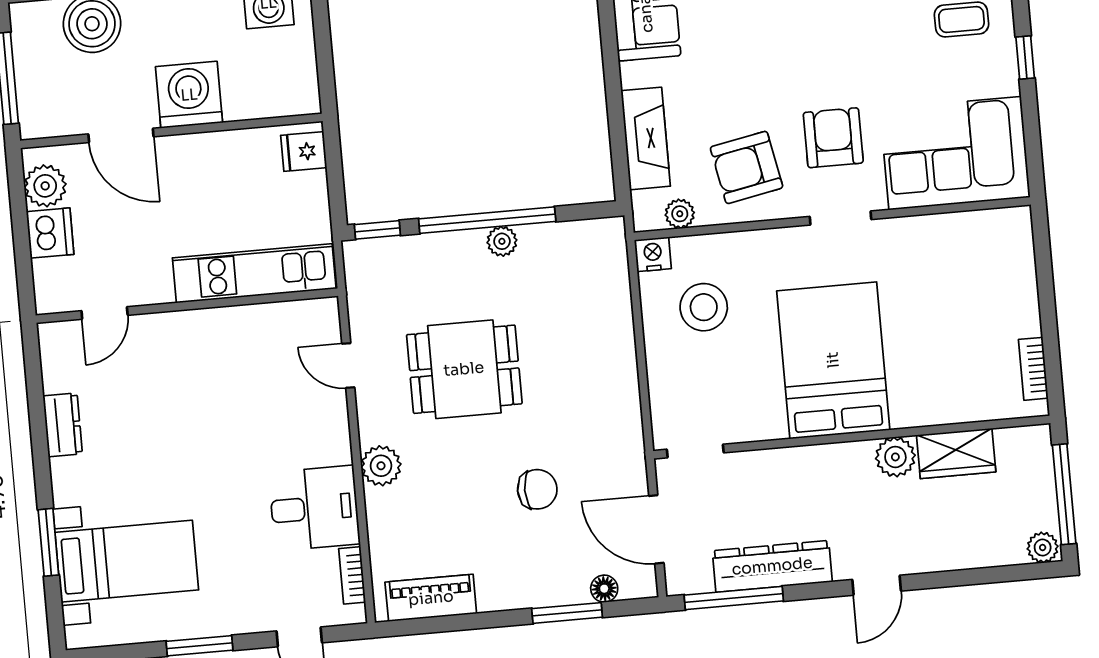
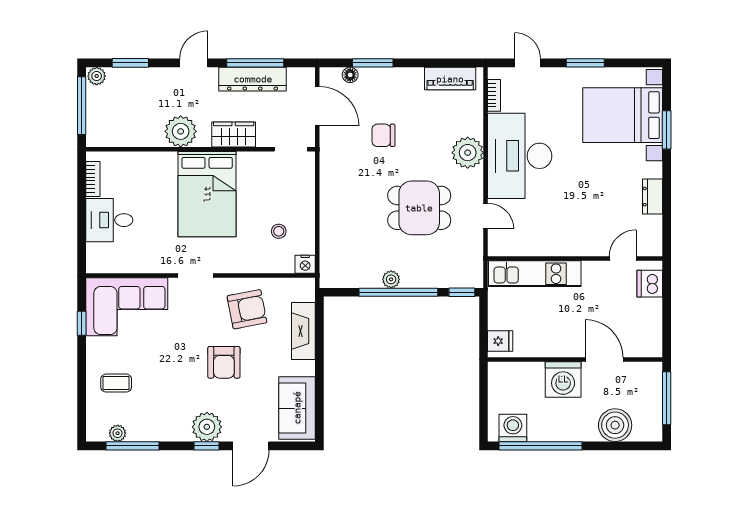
window: (1025, 58) -> (82, 323), moved
armchair: (833, 138) -> (224, 362), moved
plant: (45, 186) -> (650, 335), removed
plant: (680, 214) -> (288, 286), removed
dishwasher: (50, 233) -> (650, 284), moved
desk: (998, 300) -> (109, 220), added
stool: (704, 307) -> (279, 231), width x0.53, depth x0.53
wardrobe: (956, 453) -> (234, 134), moved
plant: (895, 457) -> (181, 131), width x1.36, depth x1.36
plant: (381, 466) -> (468, 153), width x1.36, depth x1.36
desk: (314, 508) -> (520, 156), width x1.87, depth x1.30
bed with nightstands: (127, 561) -> (623, 115), width x1.36
window: (986, 575) -> (130, 63), added
window: (734, 598) -> (255, 63), moved

